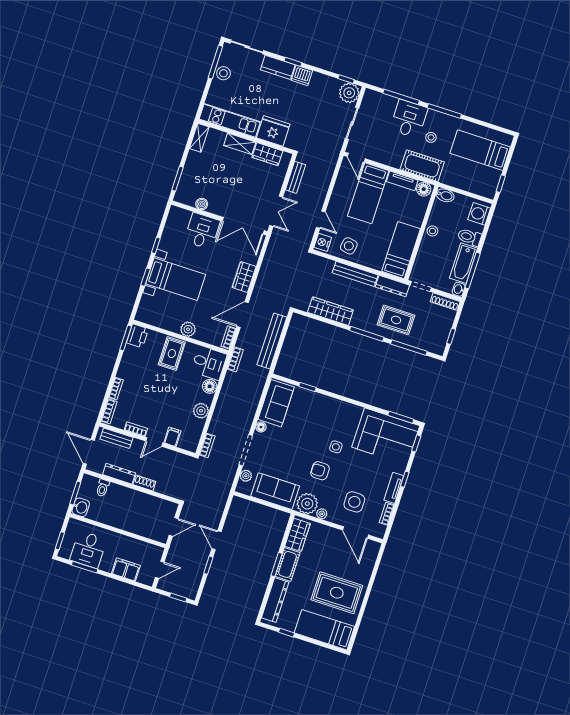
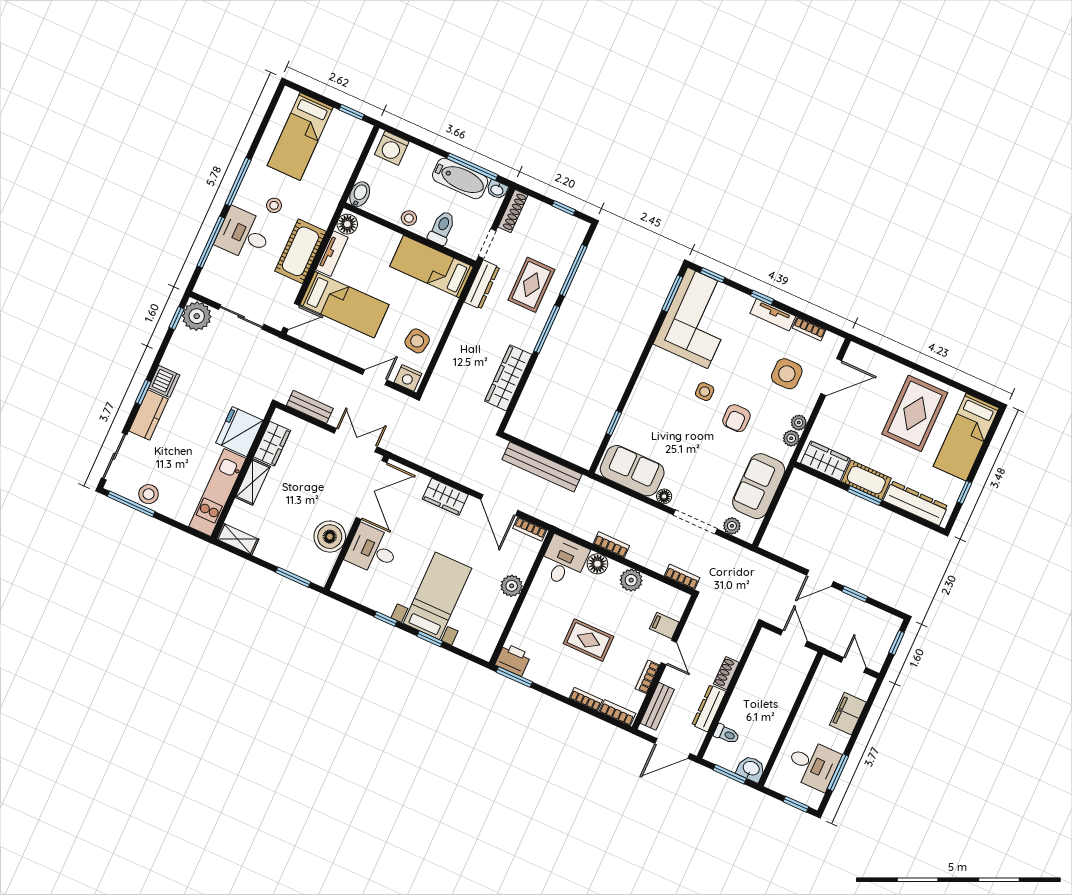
cot: (422, 166) -> (300, 251), moved
boiler: (202, 204) -> (330, 537), width x1.86, depth x1.86
toilet: (469, 237) -> (442, 228), moved, turned 180
bench: (355, 274) -> (458, 336), removed
rug: (172, 354) -> (588, 640), moved
bookcase: (235, 359) -> (611, 545), moved
plant: (307, 504) -> (791, 438), width x0.53, depth x0.53

